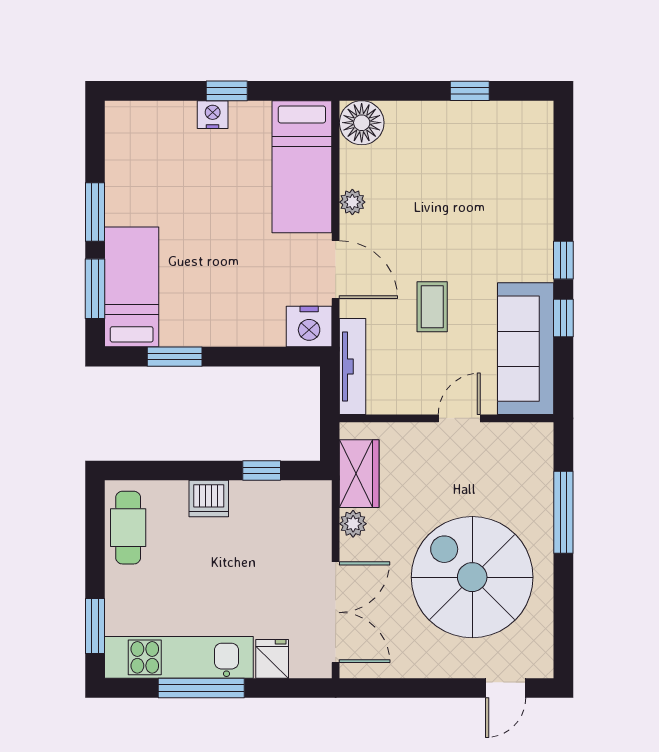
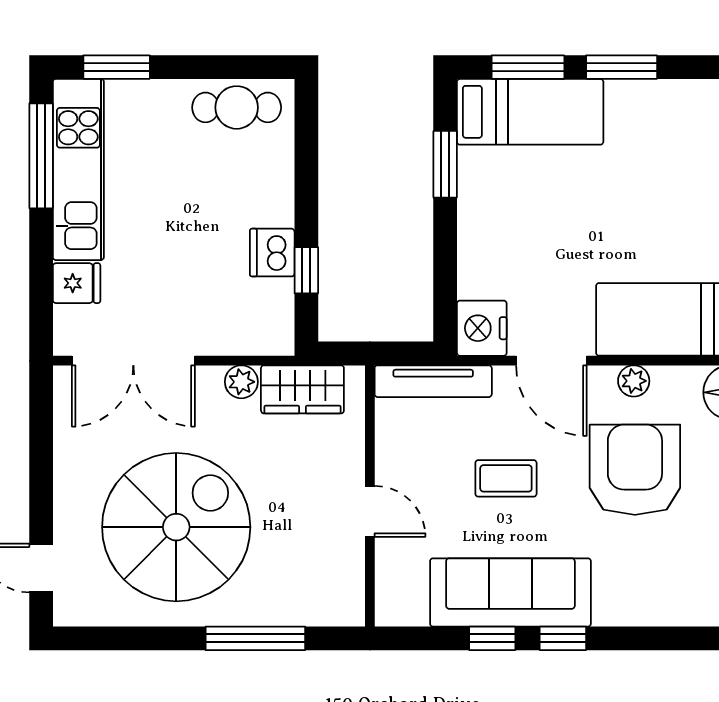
armchair: (425, 201) -> (635, 470), added
door: (336, 270) -> (551, 361), hinge flipped
sofa: (526, 349) -> (510, 592), moved
dishwasher: (209, 498) -> (272, 253), moved
window: (201, 688) -> (41, 156), moved

